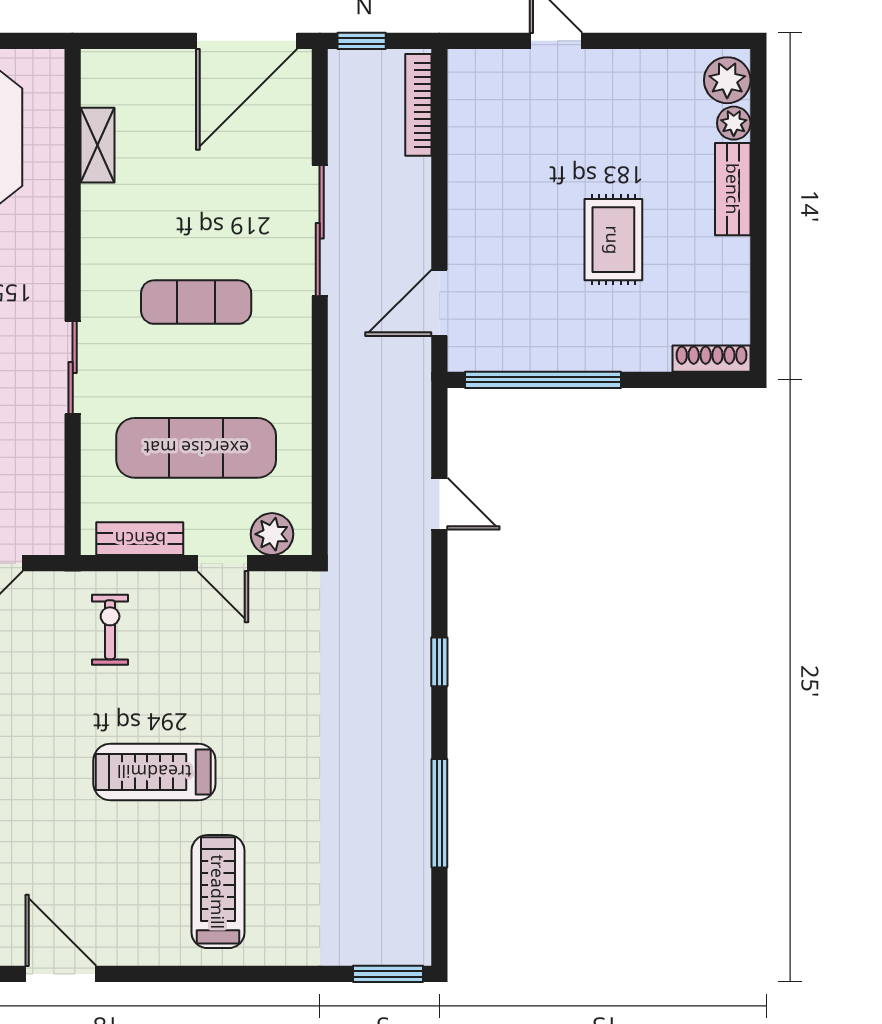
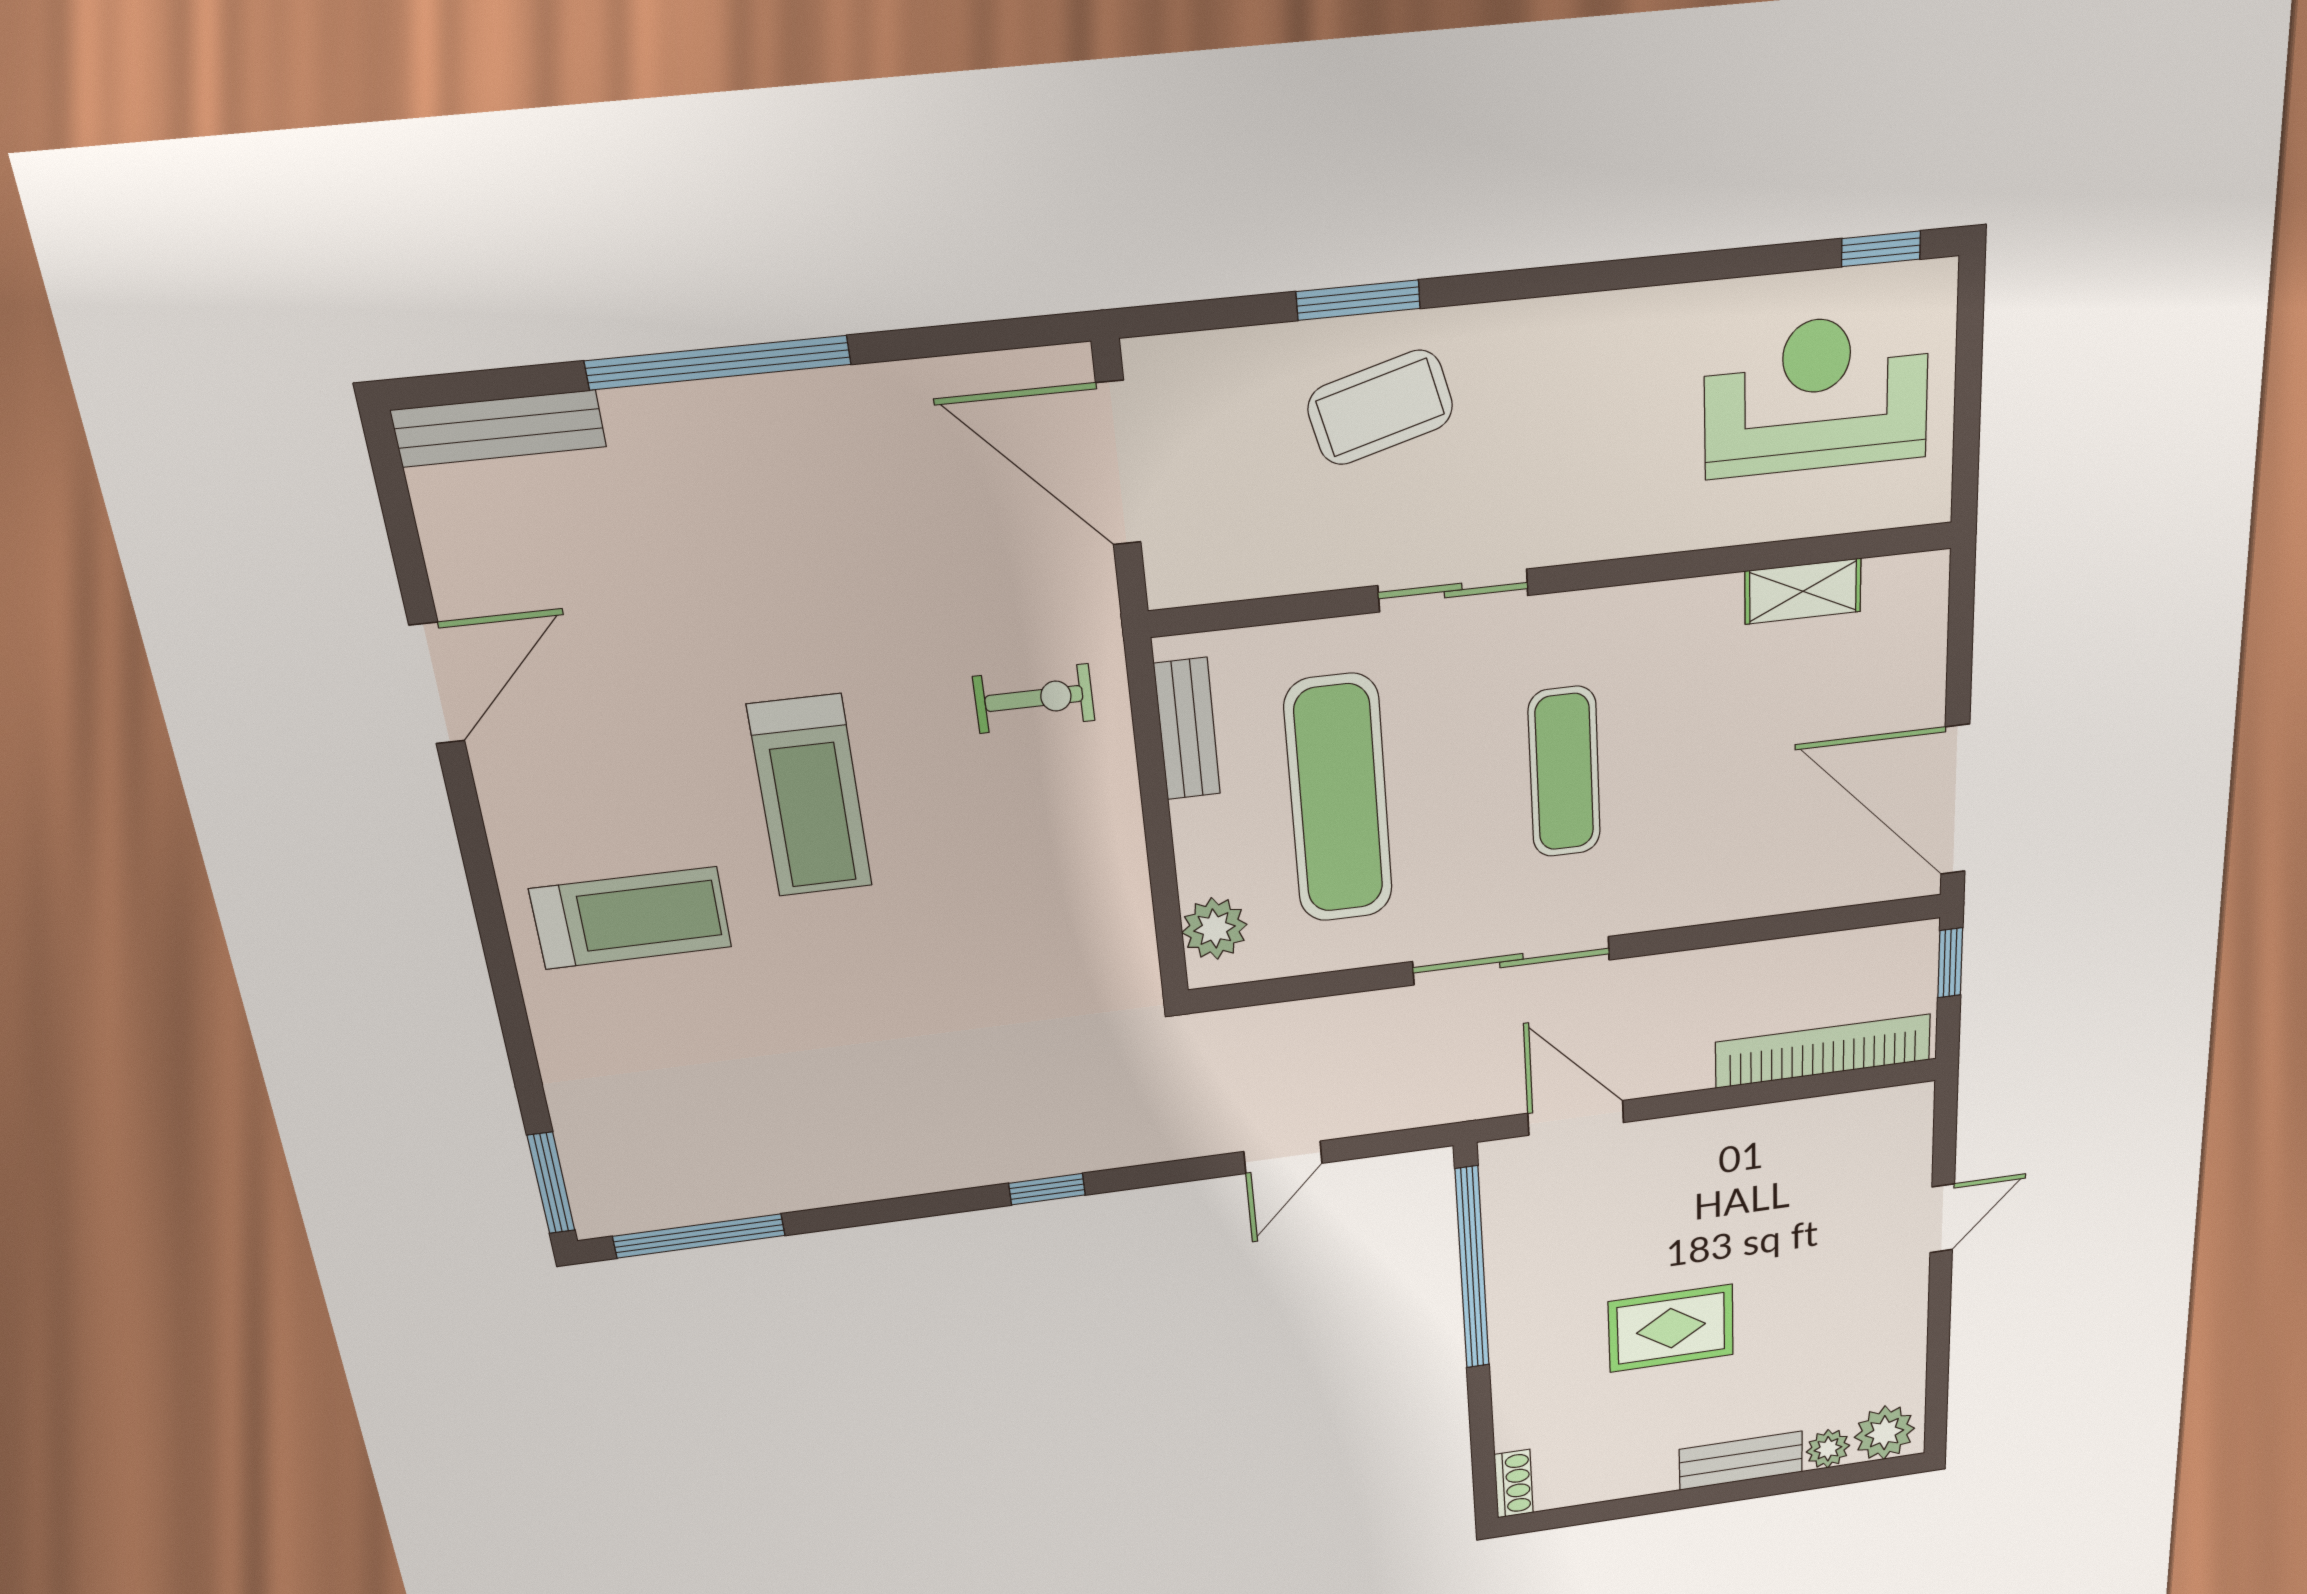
bookcase: (418, 105) -> (1823, 1051), width x1.48, depth x1.31
sliding door: (320, 231) -> (1511, 961), moved
shoe rack: (712, 359) -> (1514, 1484), width x0.70
door: (223, 563) -> (1161, 861), removed
treadmill: (154, 772) -> (810, 796), turned 180
window: (439, 813) -> (699, 1236), moved

